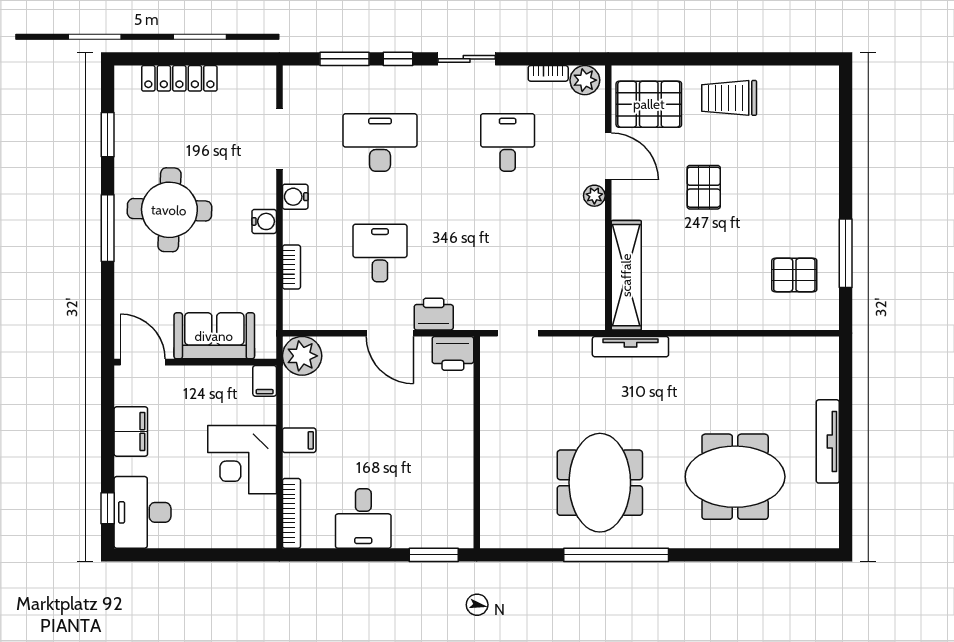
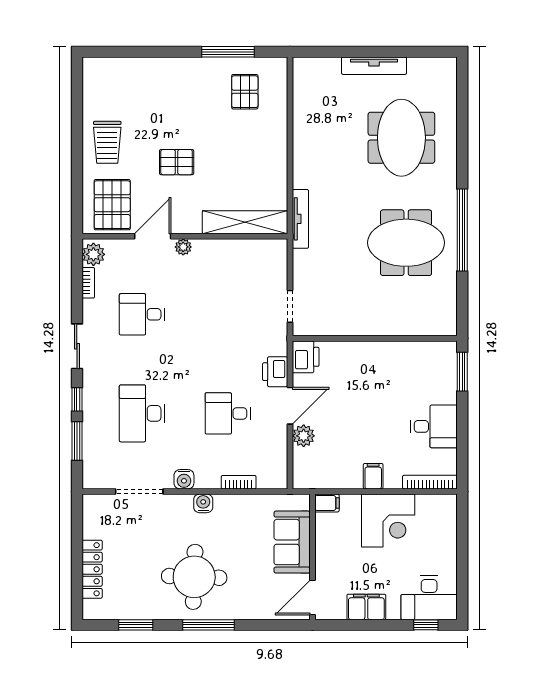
plant: (302, 356) -> (304, 436), moved, width x0.73, depth x0.73

